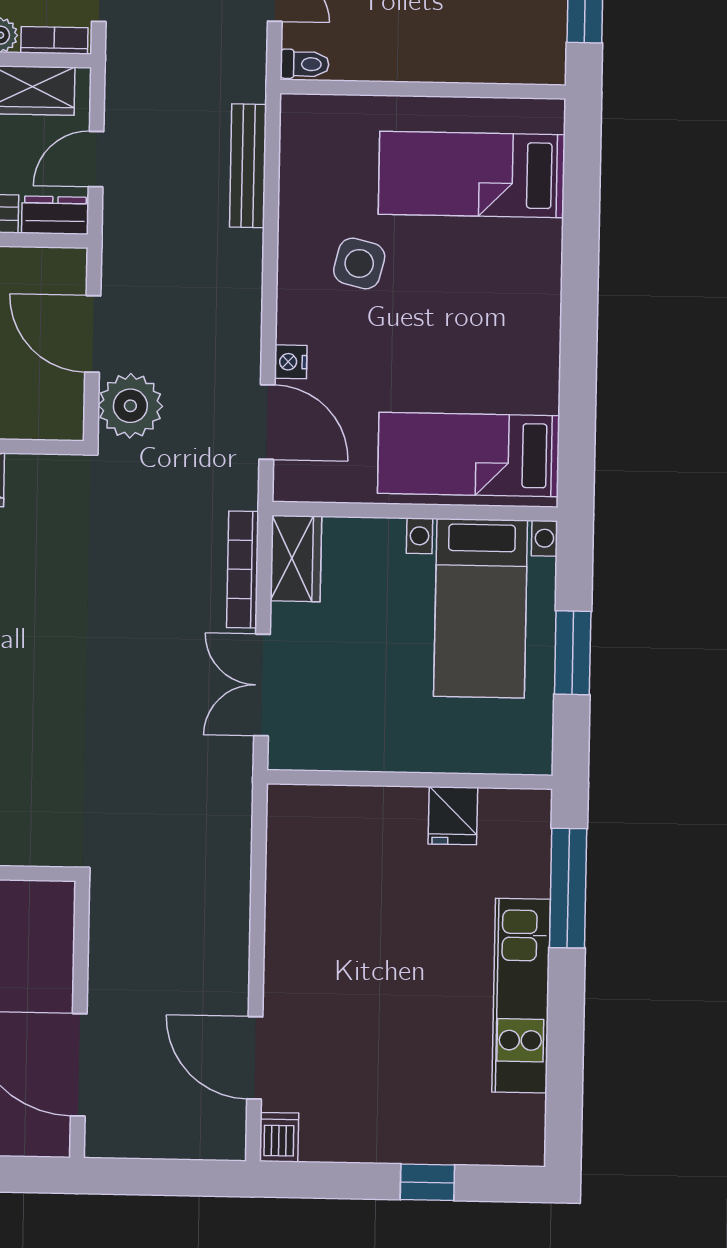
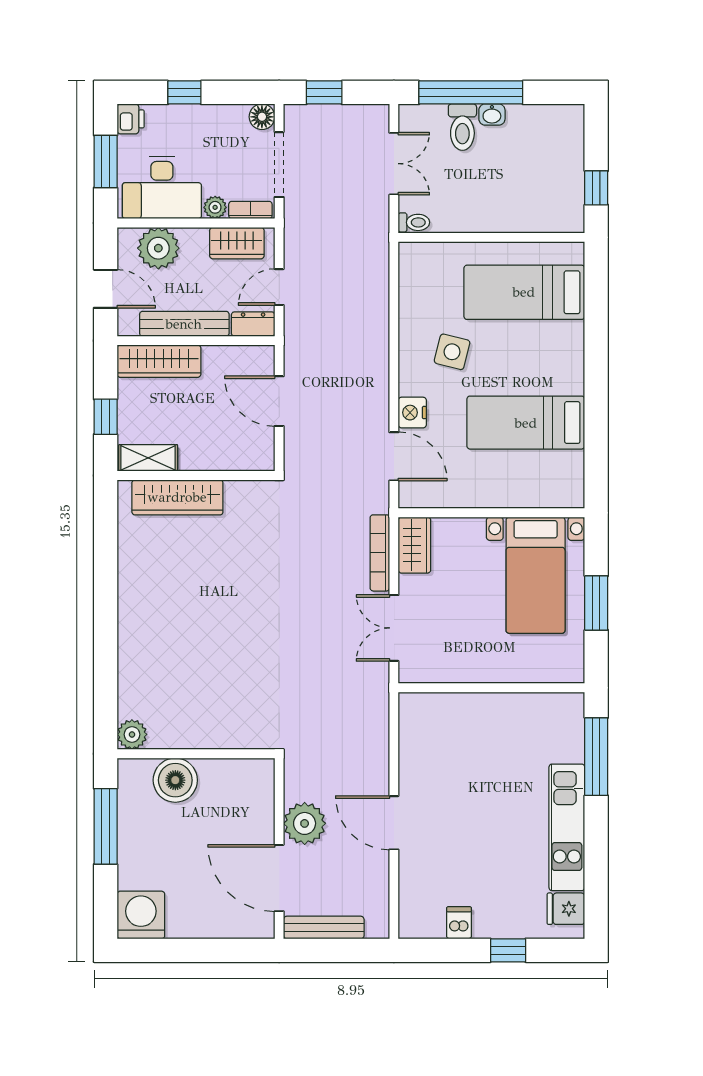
bench: (248, 166) -> (324, 928), moved, turned 90
nightstand: (291, 362) -> (412, 413), width x1.39, depth x1.35
plant: (130, 406) -> (305, 823), moved
bed: (469, 454) -> (526, 423), moved
fridge: (453, 816) -> (566, 909), moved, turned 90
door: (255, 1058) -> (394, 823), moved
dishwasher: (279, 1137) -> (459, 923), moved

